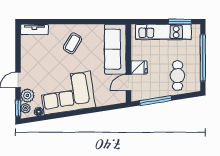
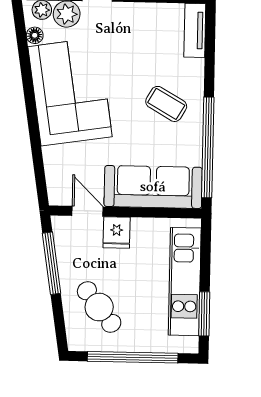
window: (94, 22) -> (208, 147), added
cafe table: (177, 76) -> (99, 307), turned 52

